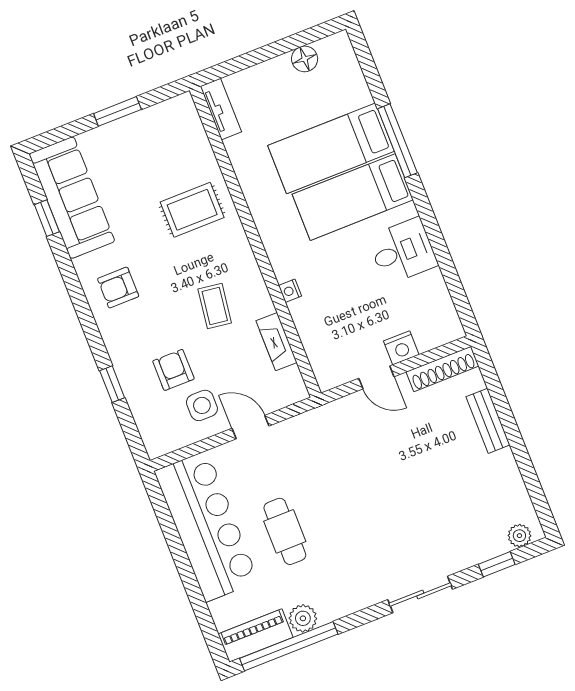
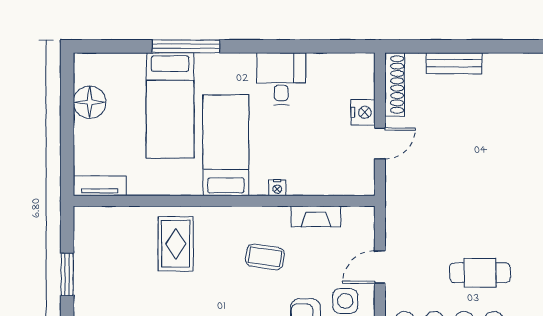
floor lamp: (305, 59) -> (90, 102), width x1.38, depth x1.38
bed: (353, 197) -> (226, 145), moved, turned 180

